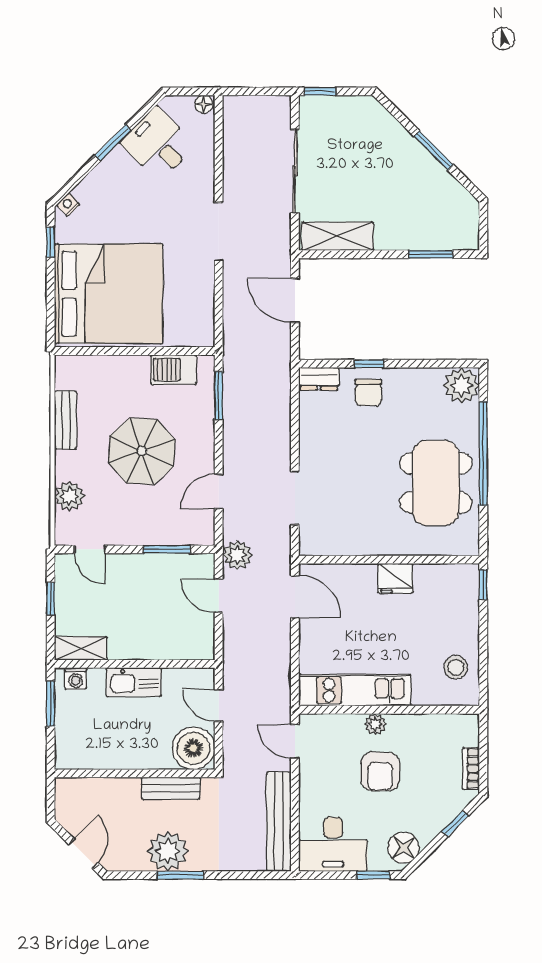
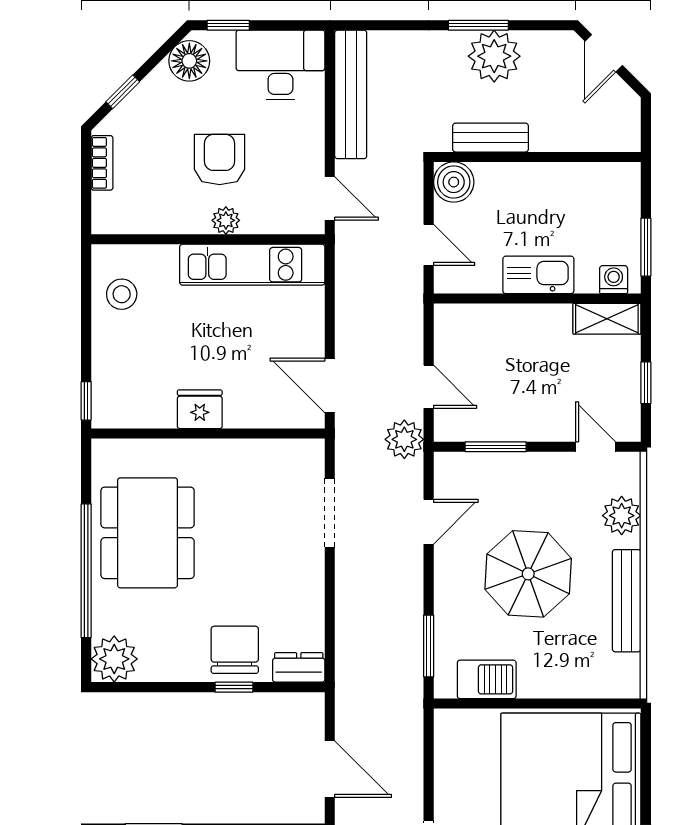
chair: (368, 392) -> (235, 650), width x1.37, depth x1.37
bench: (66, 420) -> (627, 601), width x1.36
boiler: (193, 748) -> (454, 182), width x0.73, depth x0.73

